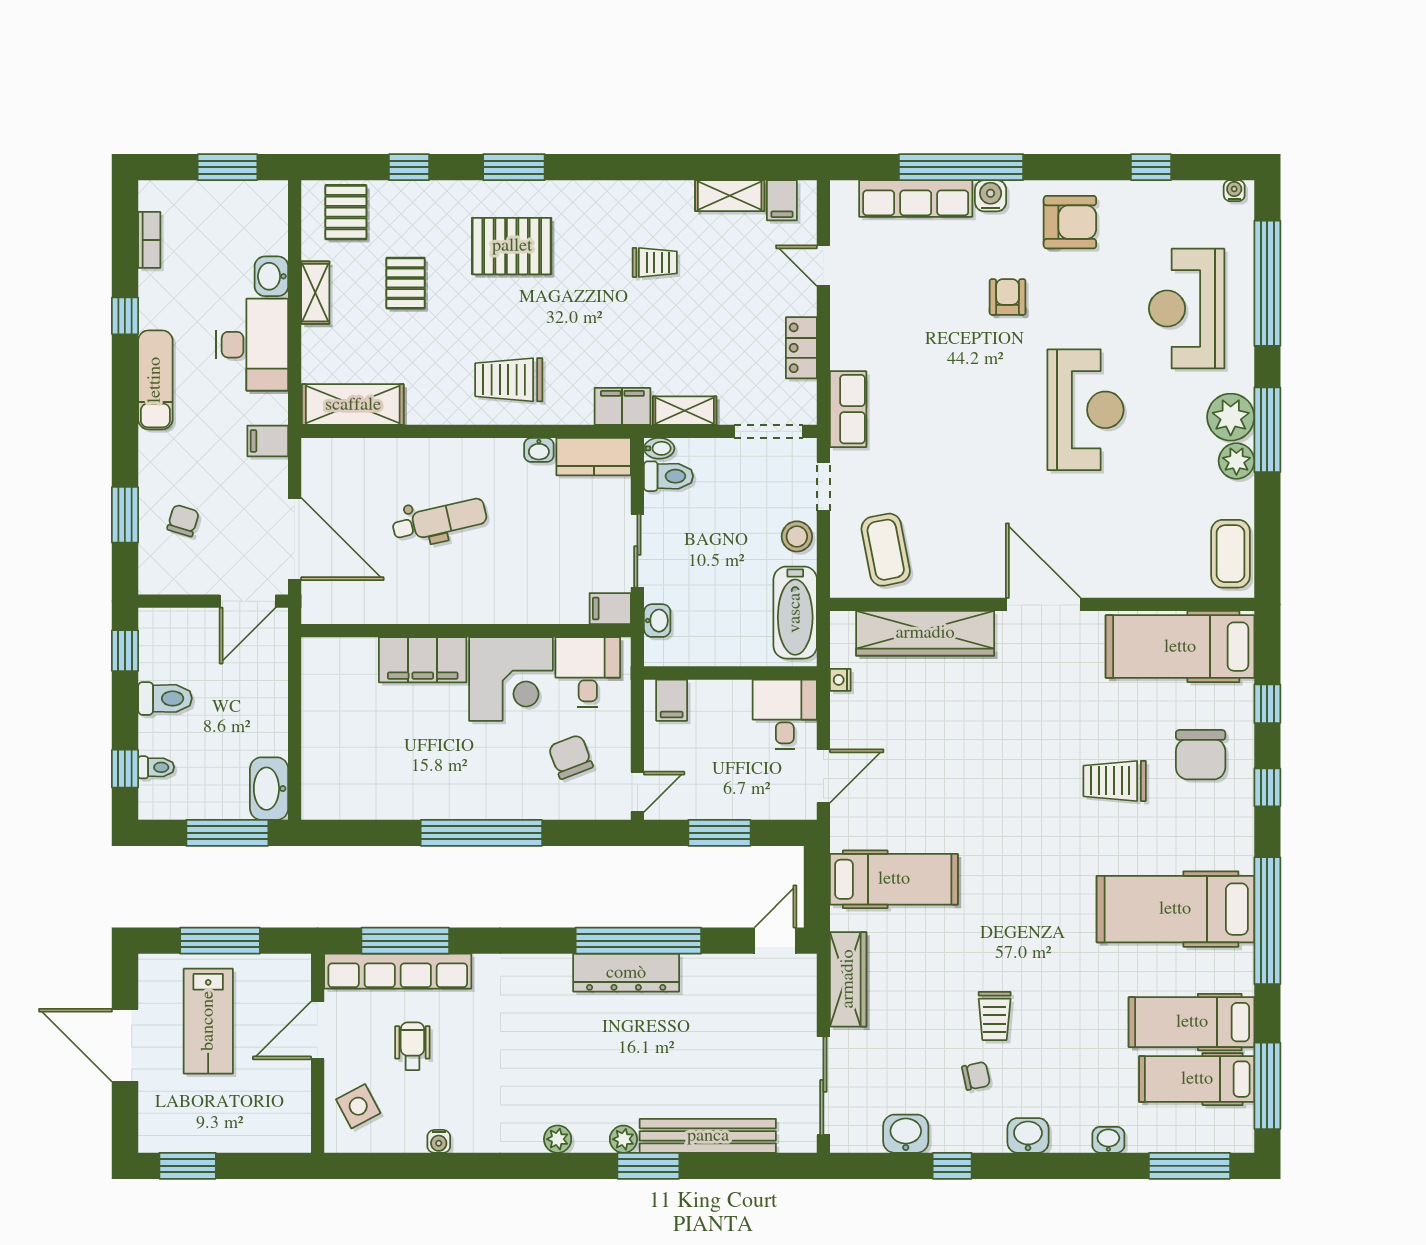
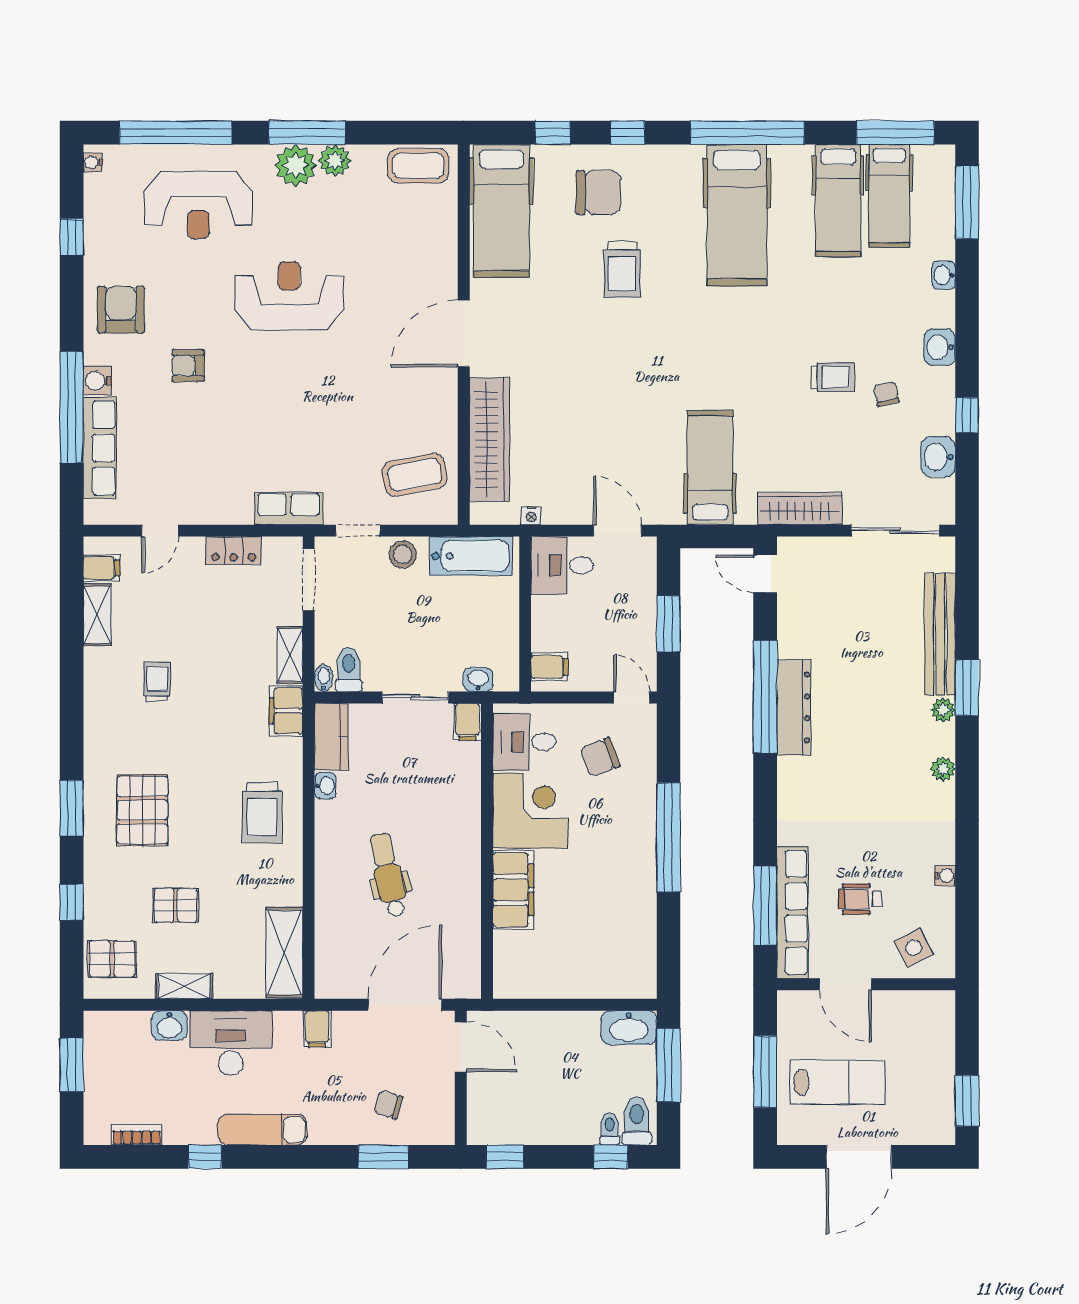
toilet: (165, 698) -> (637, 1121), moved

